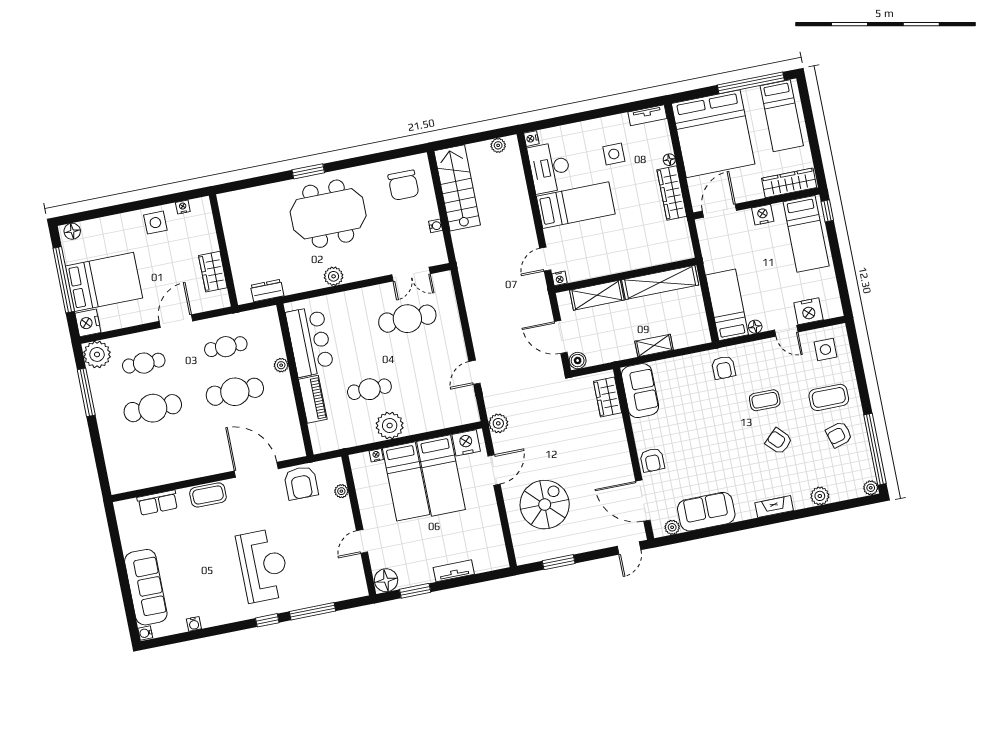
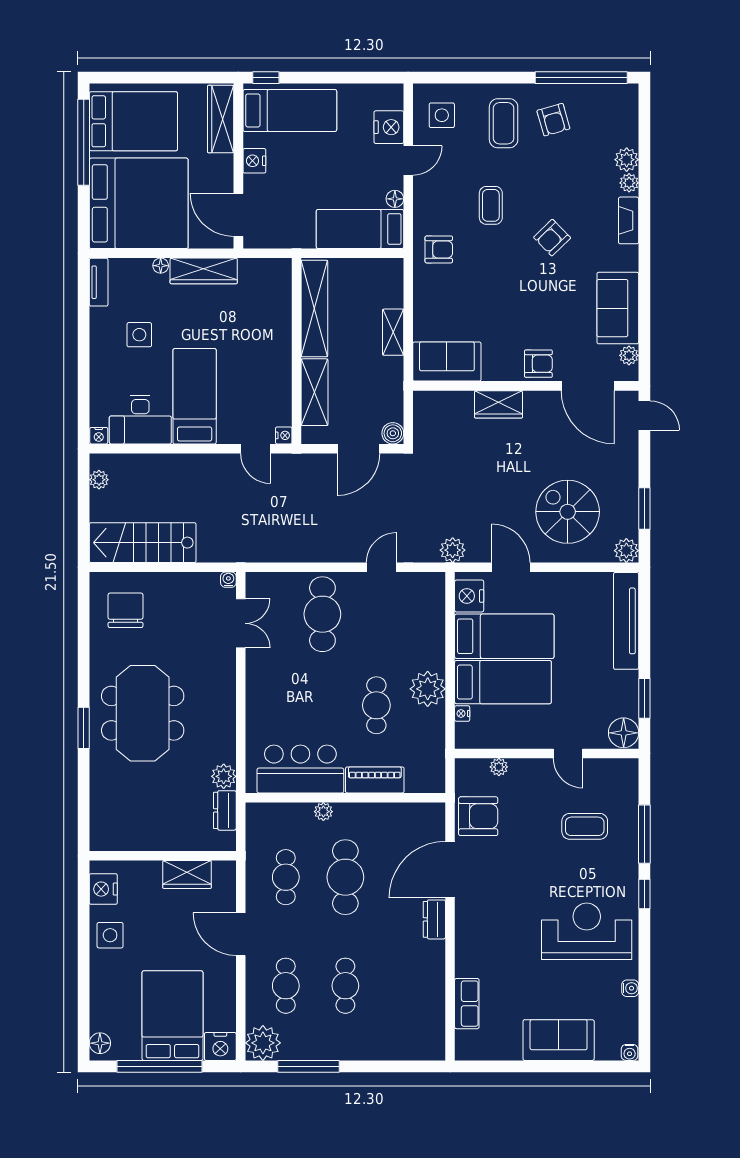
bed: (782, 116) -> (133, 121), width x1.50
chair: (403, 185) -> (126, 610), turned -90
nightstand: (183, 207) -> (103, 889), width x1.89, depth x1.79
water cooler: (436, 226) -> (228, 580), moved
plant: (334, 276) -> (224, 776), moved
cafe table: (407, 319) -> (322, 614), moved
door: (475, 372) -> (382, 567), swing flipped
wardrobe: (608, 397) -> (498, 404), moved
cafe table: (153, 408) -> (345, 986), width x0.73, depth x0.74
armchair: (779, 441) -> (552, 238), moved
dresser: (216, 465) -> (434, 919), added
plant: (871, 488) -> (629, 183), moved
coffee table: (208, 495) -> (585, 826), moved, turned 90
door: (643, 501) -> (588, 386), hinge flipped
plant: (524, 555) -> (626, 551), added
reception desk: (263, 566) -> (587, 931), moved
tv unit: (454, 571) -> (626, 621), width x1.92, depth x1.29
sofa: (146, 587) -> (559, 1040), width x0.73

